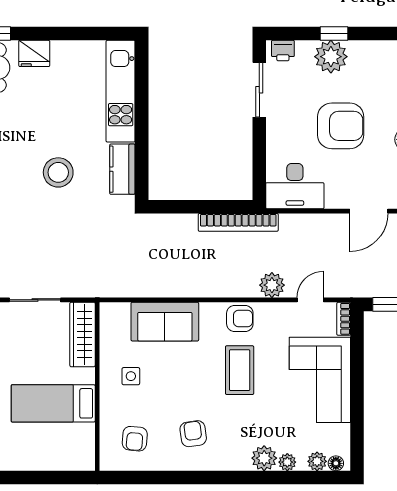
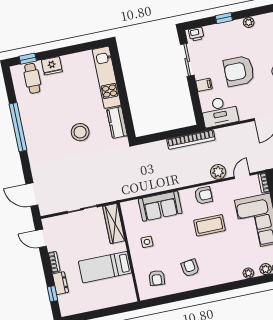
plant: (331, 57) -> (249, 22), moved, width x0.53, depth x0.53
armchair: (341, 126) -> (239, 71), turned 180
filing cabinet: (278, 137) -> (204, 85), added
coffee table: (240, 370) -> (210, 225), turned 90
plant: (264, 458) -> (234, 274), removed

